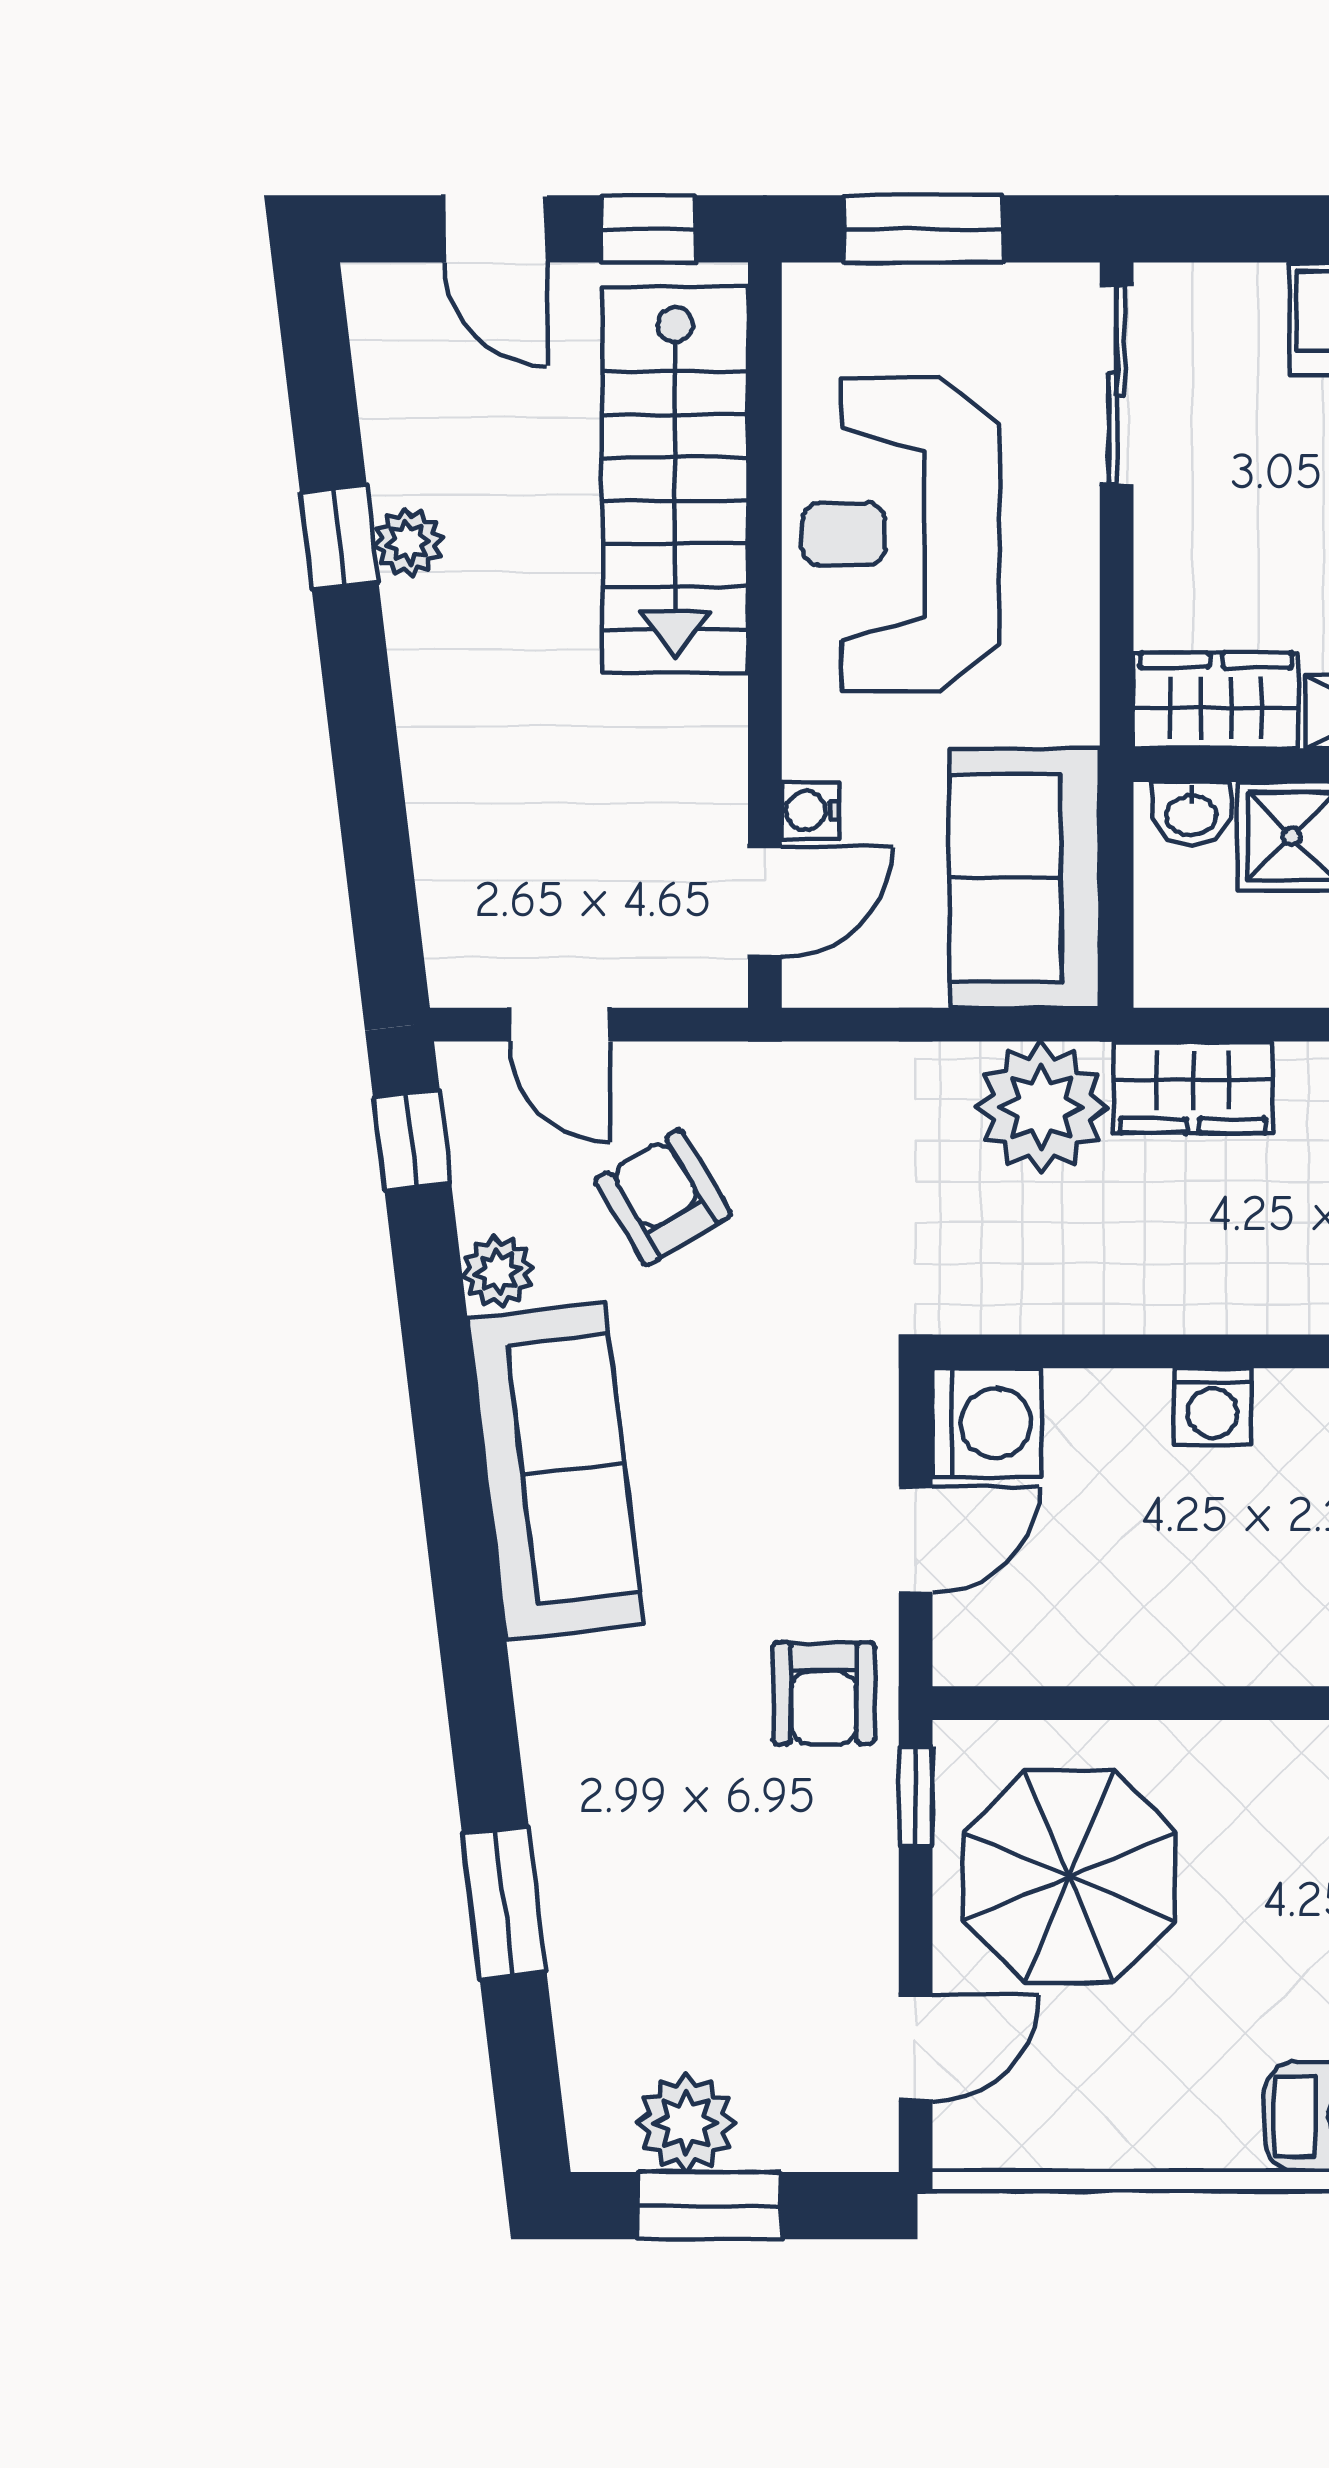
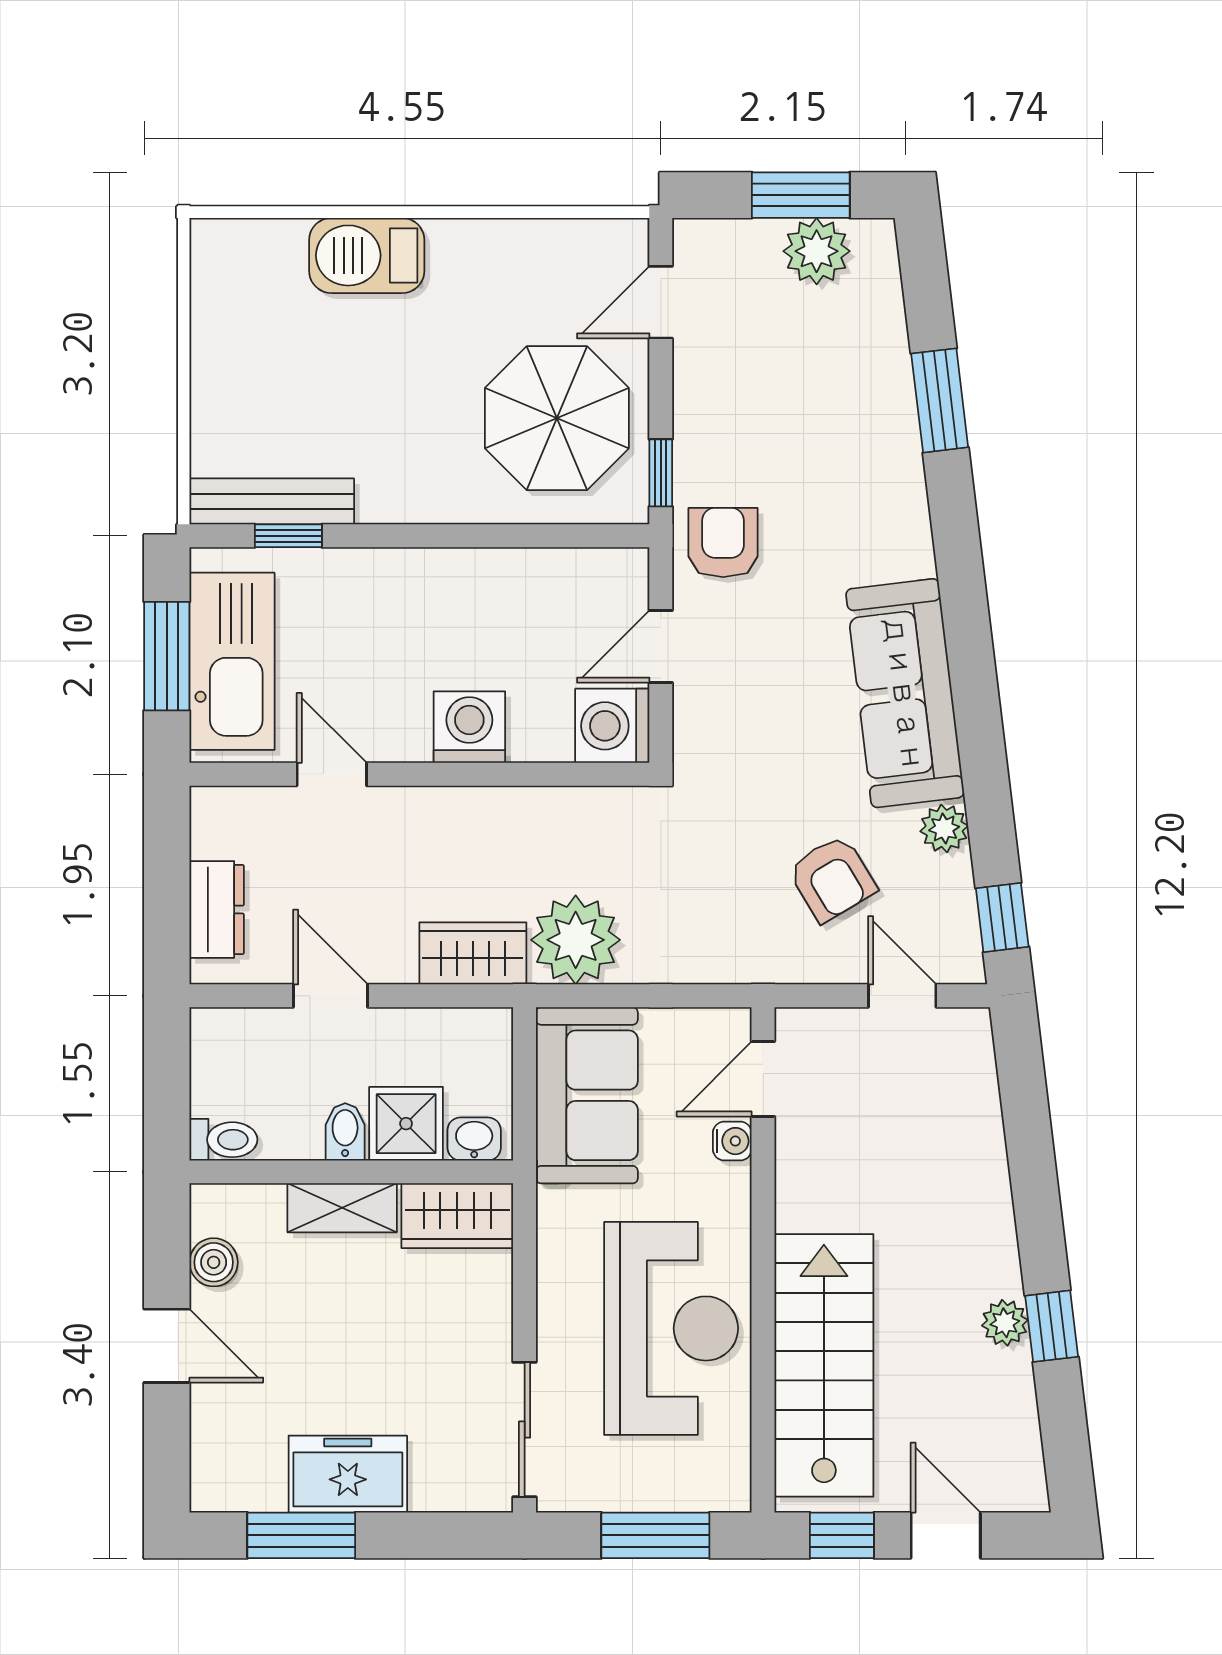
washing machine: (1213, 1406) -> (469, 727), width x1.38, depth x1.38

